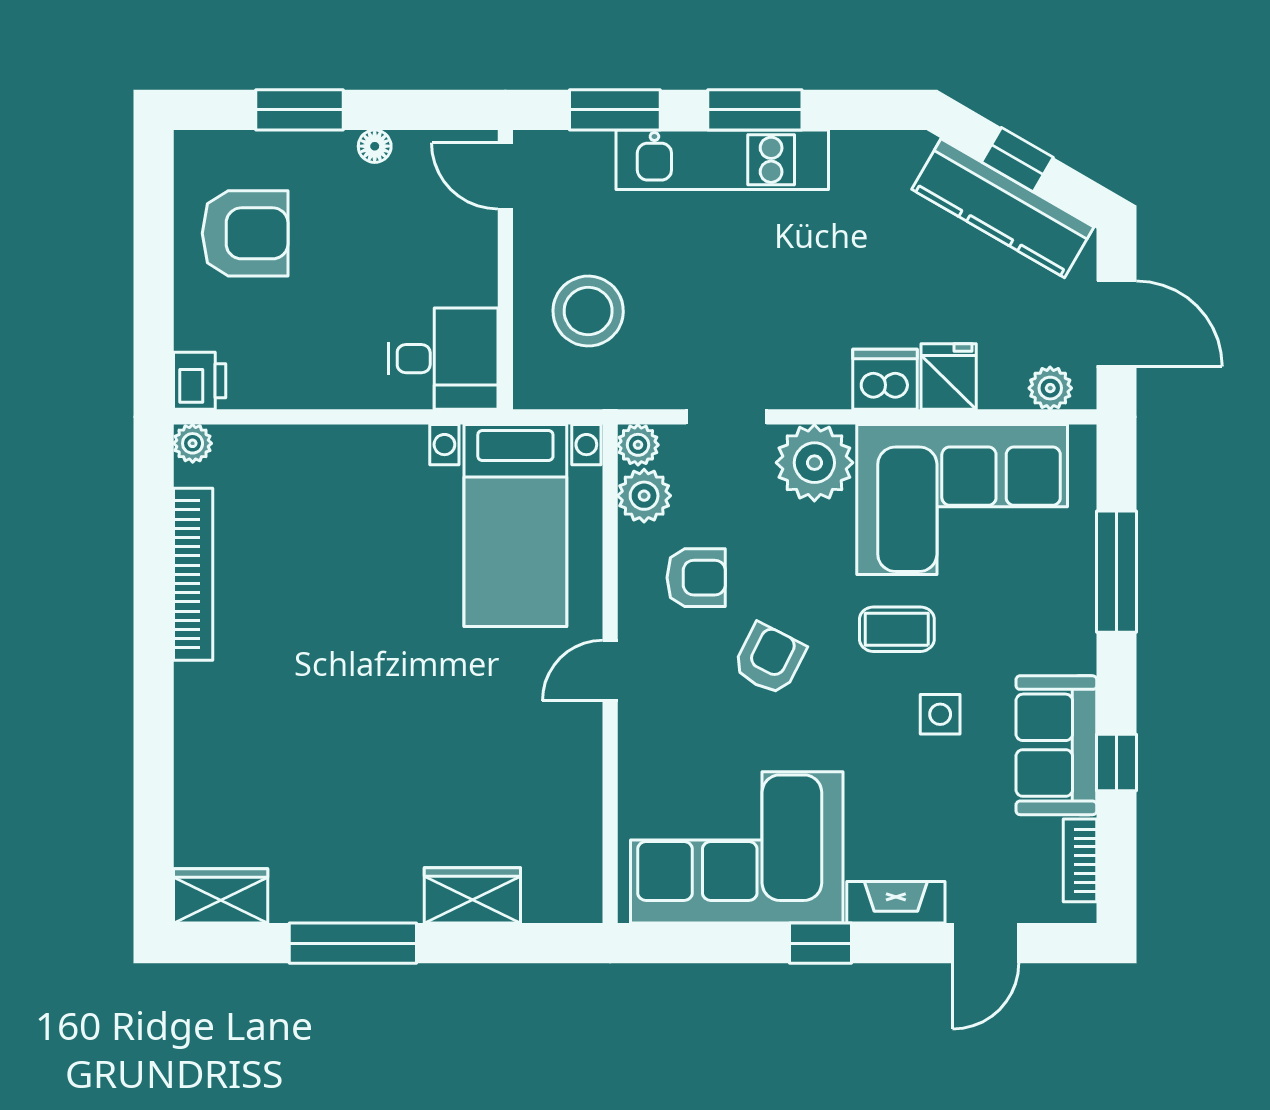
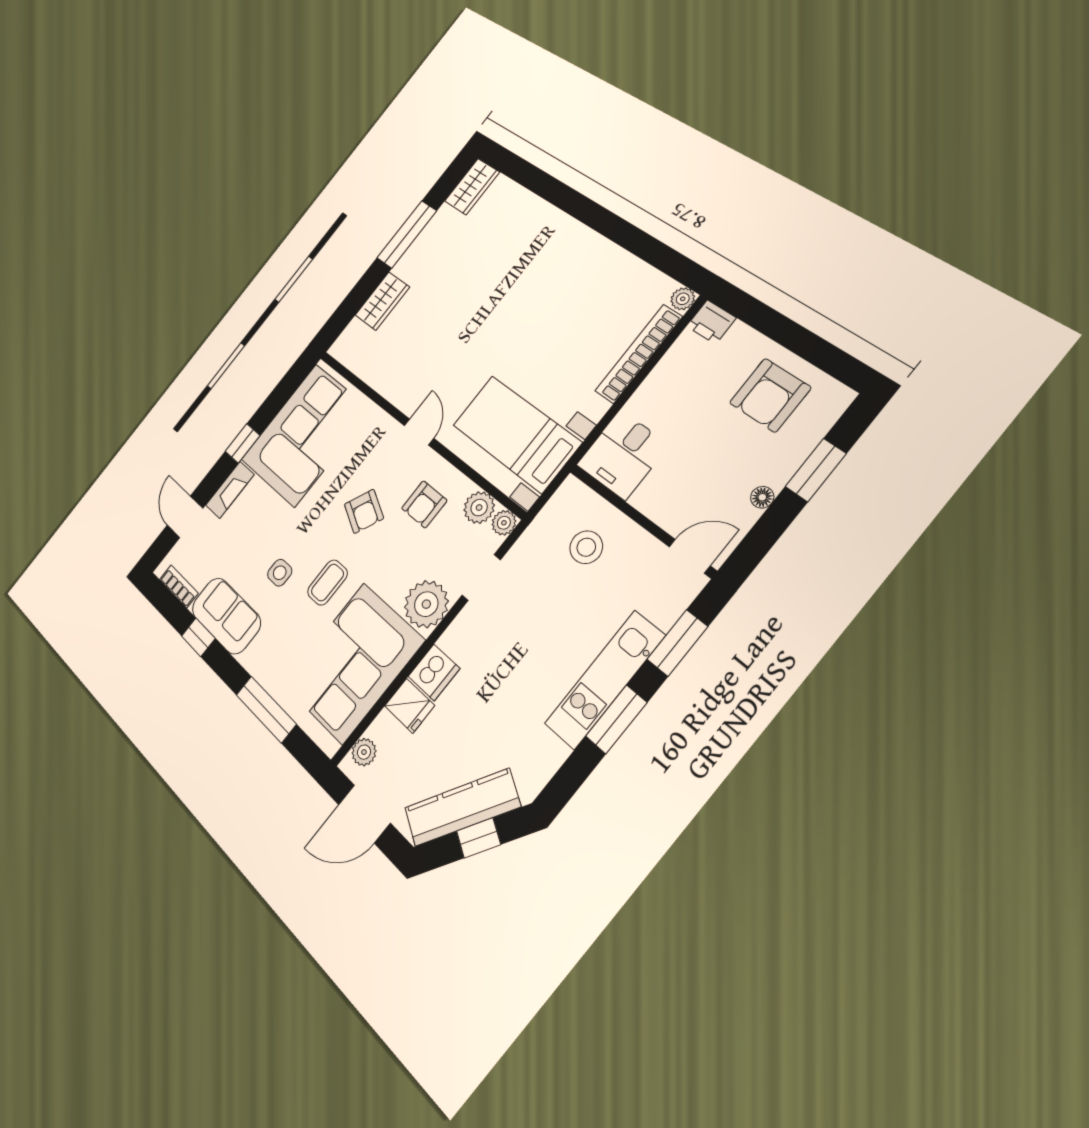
stool: (588, 311) -> (586, 547), width x0.73, depth x0.73
bookcase: (193, 574) -> (639, 354), moved, turned 90

